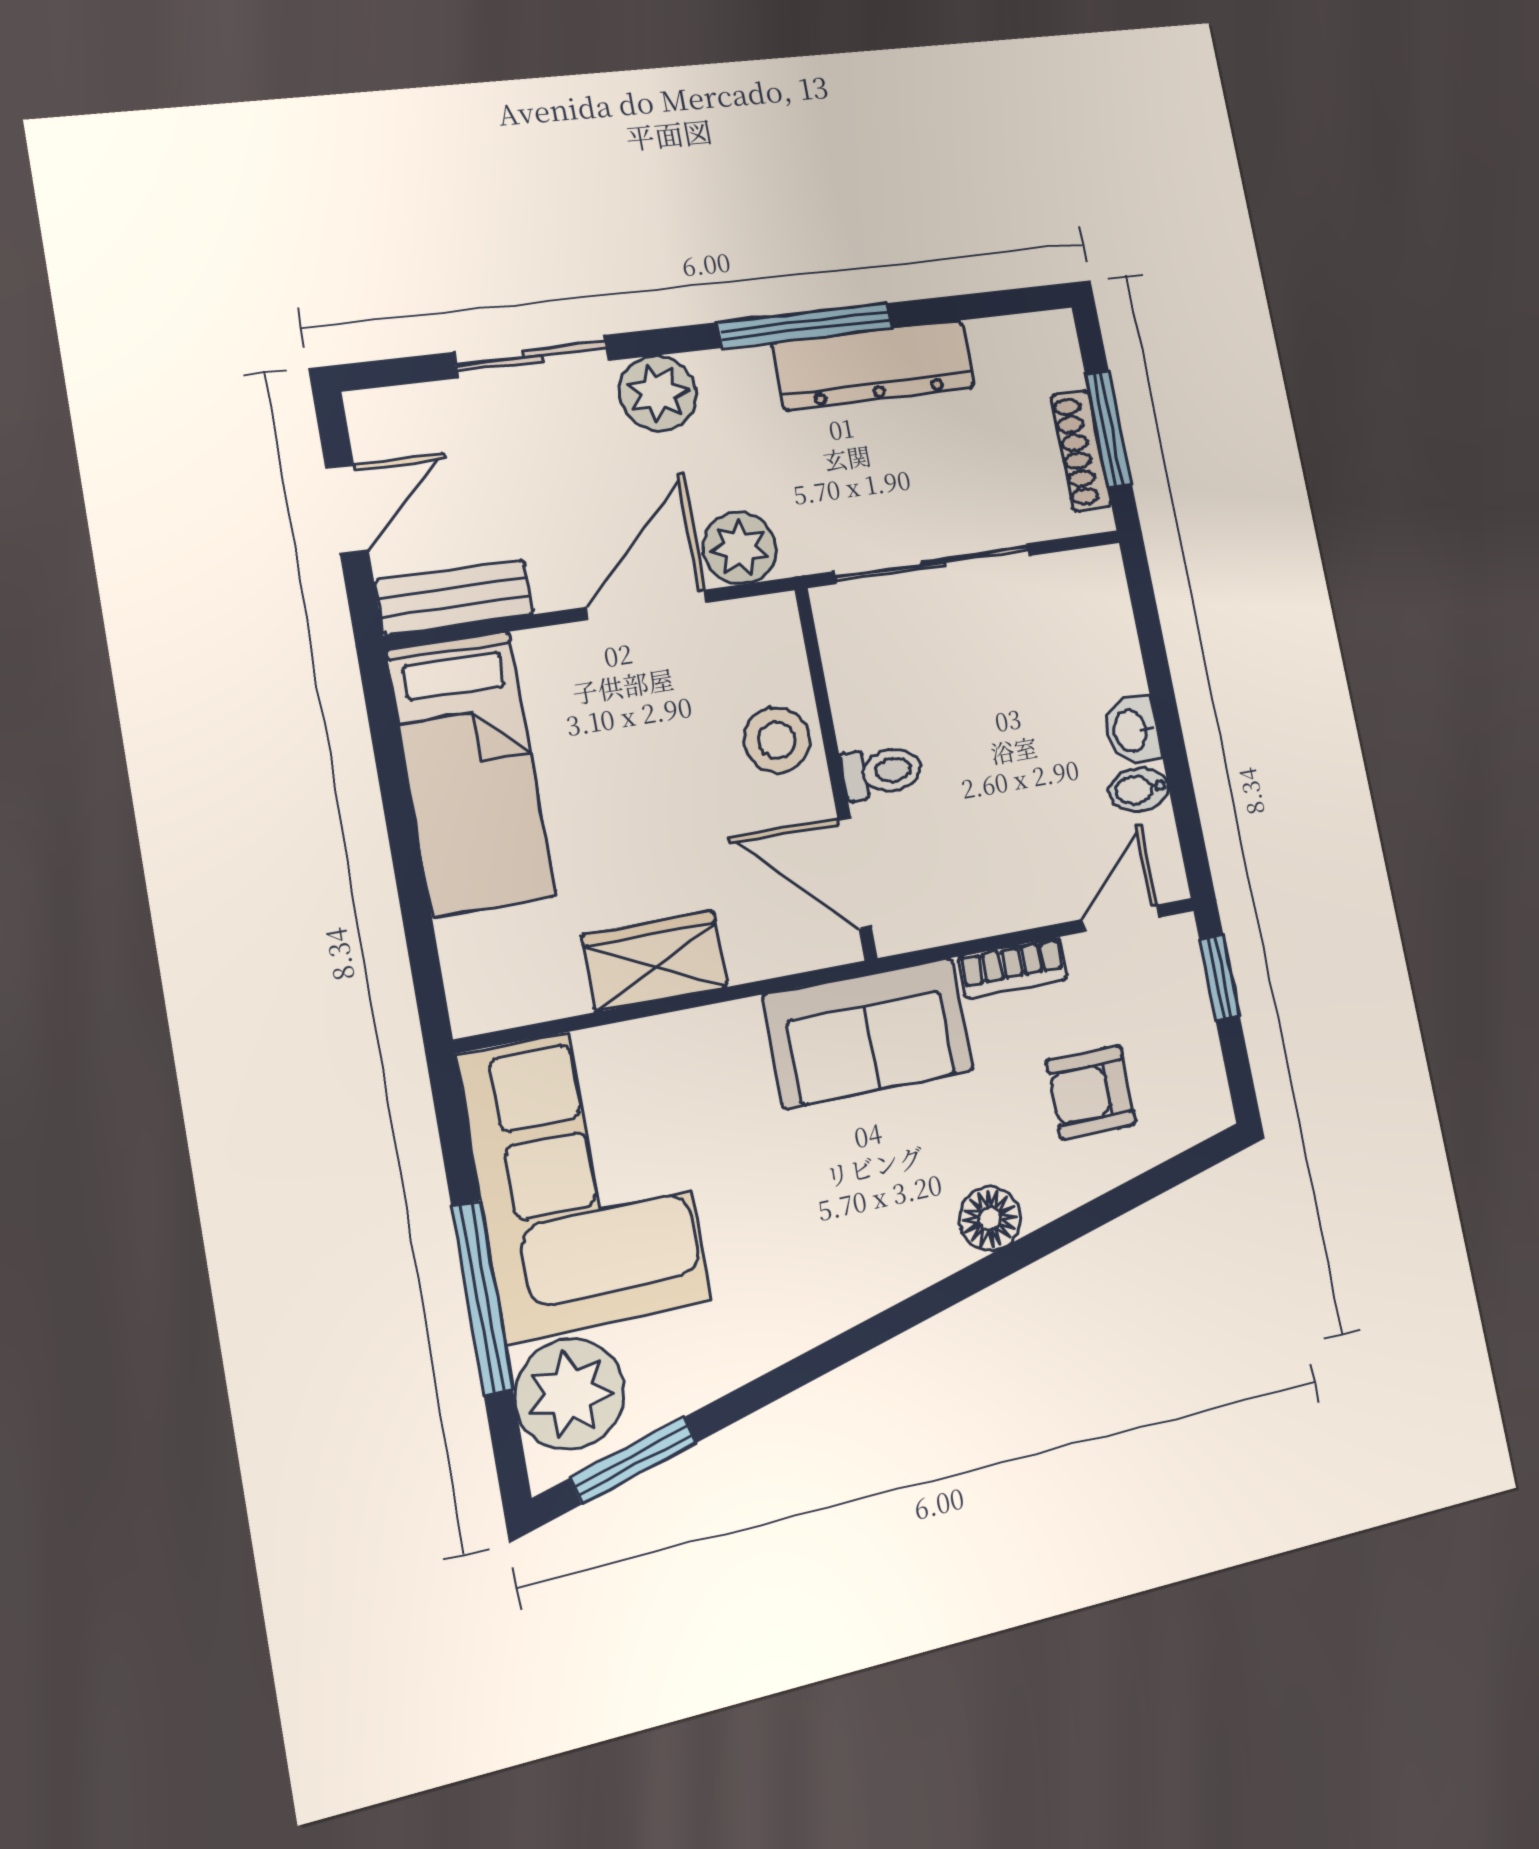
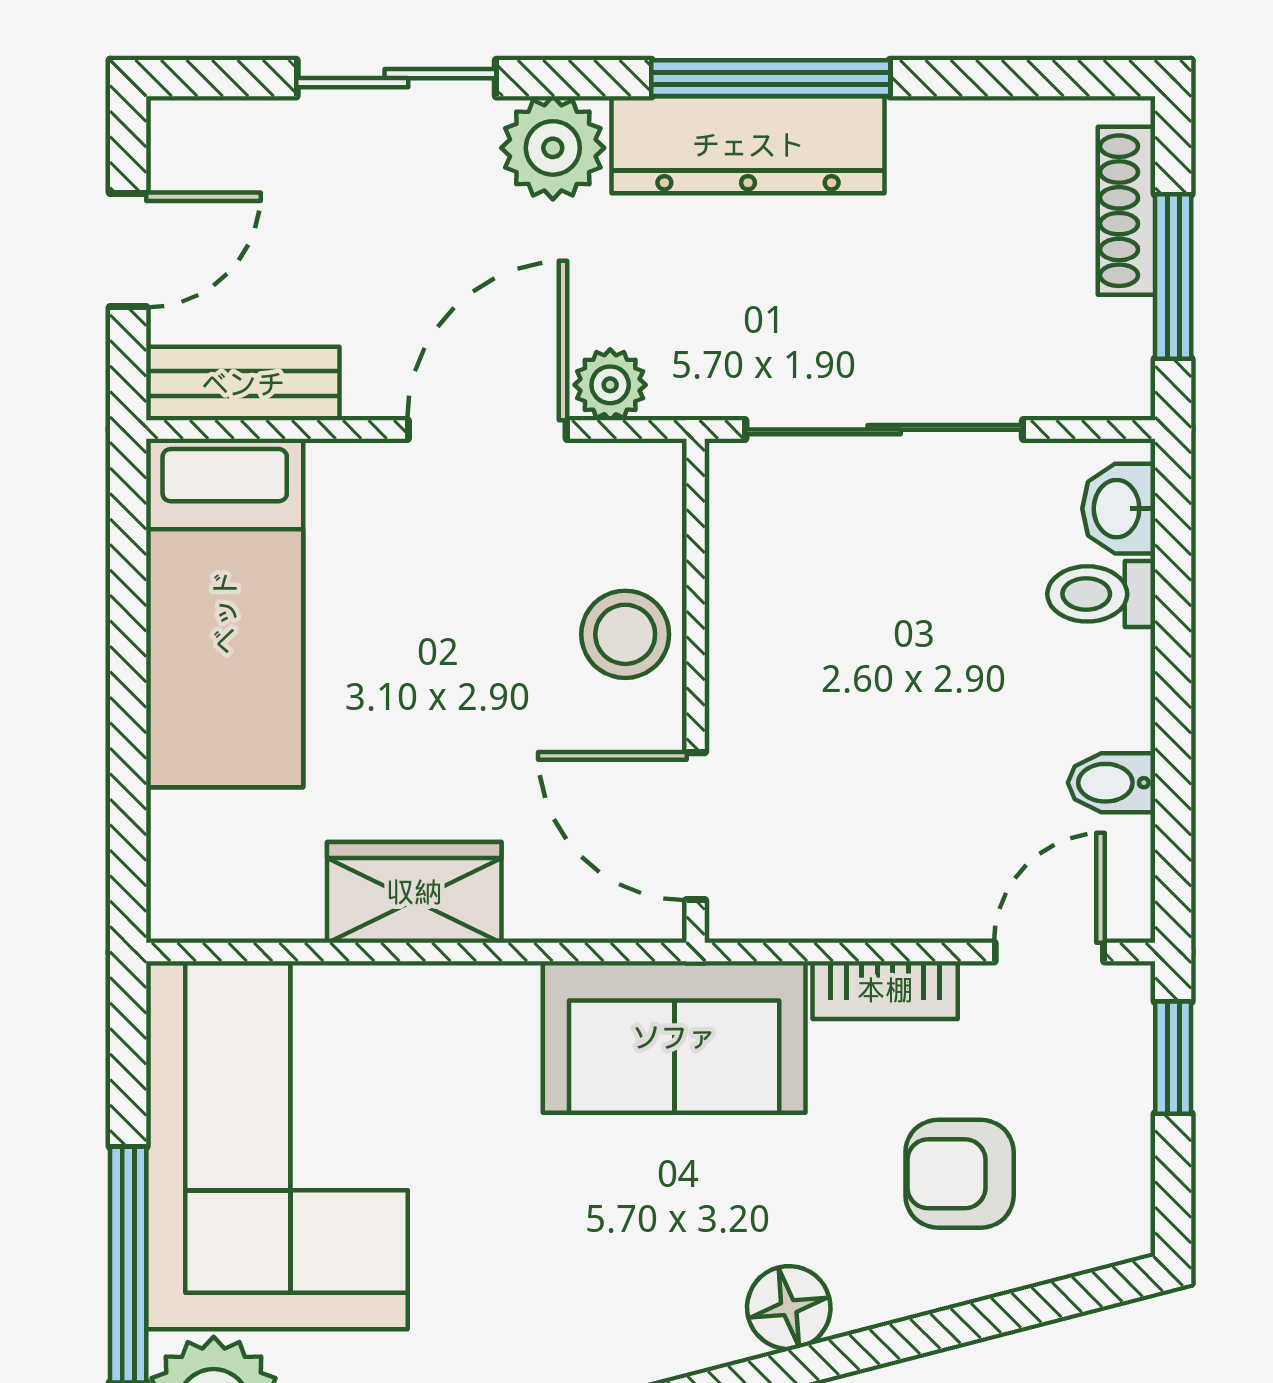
dresser: (874, 365) -> (748, 145), moved
shoe rack: (1081, 451) -> (1127, 211), moved
plant: (740, 548) -> (610, 385), width x0.73, depth x0.73
washbasin: (1132, 730) -> (1119, 509), moved
toilet: (882, 772) -> (1101, 594), moved, turned 180

